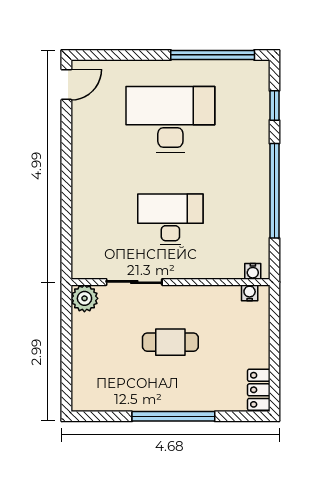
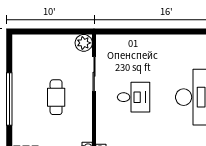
desk: (170, 219) -> (134, 97), width x0.73

